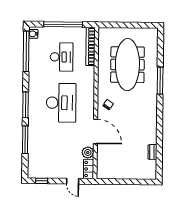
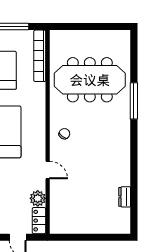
meeting table: (127, 65) -> (90, 80), turned 90
door: (95, 131) -> (48, 170), width x0.53

